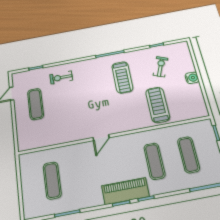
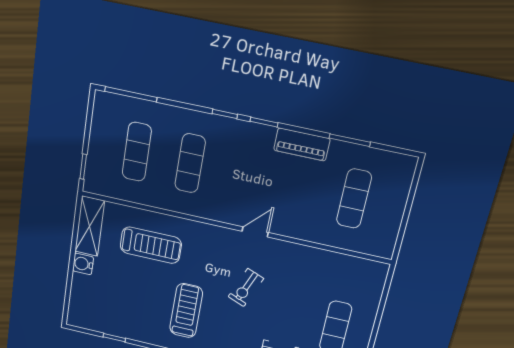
exercise bike: (161, 67) -> (246, 288), moved
shelving: (197, 100) -> (90, 226), added
treadmill: (158, 105) -> (151, 245), turned -90
piano: (125, 191) -> (302, 144), moved, width x0.73, depth x0.75

